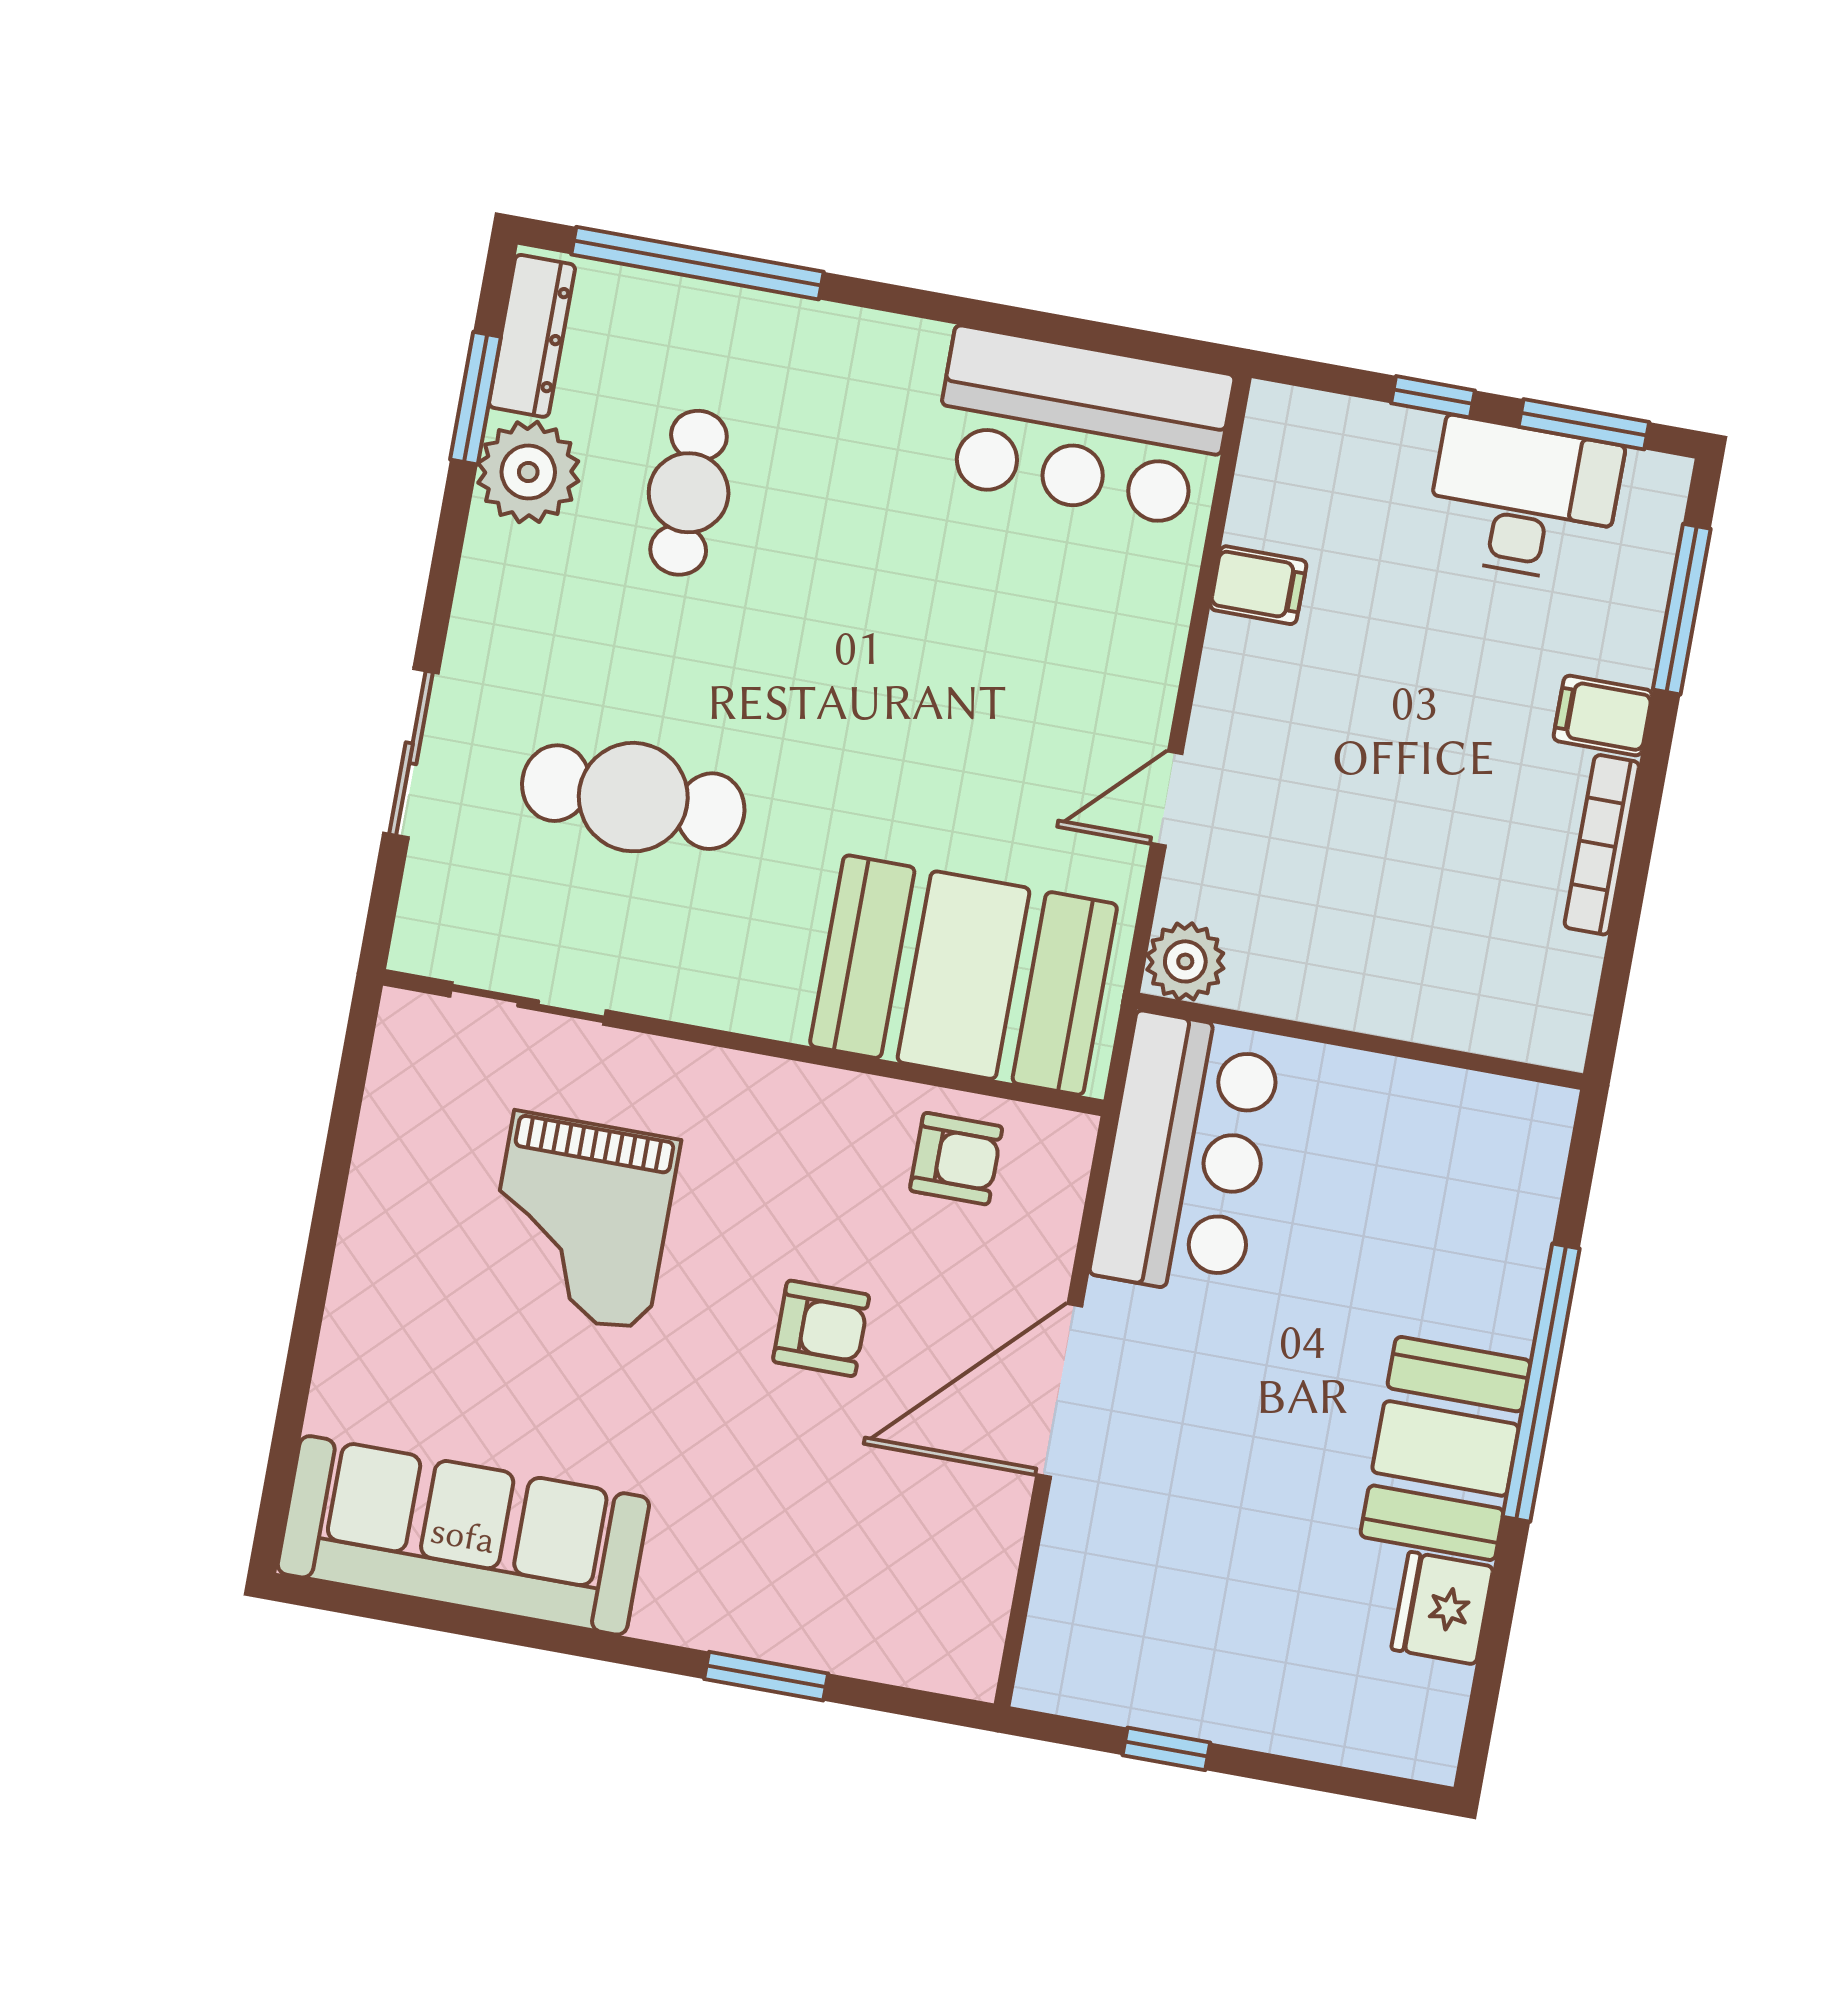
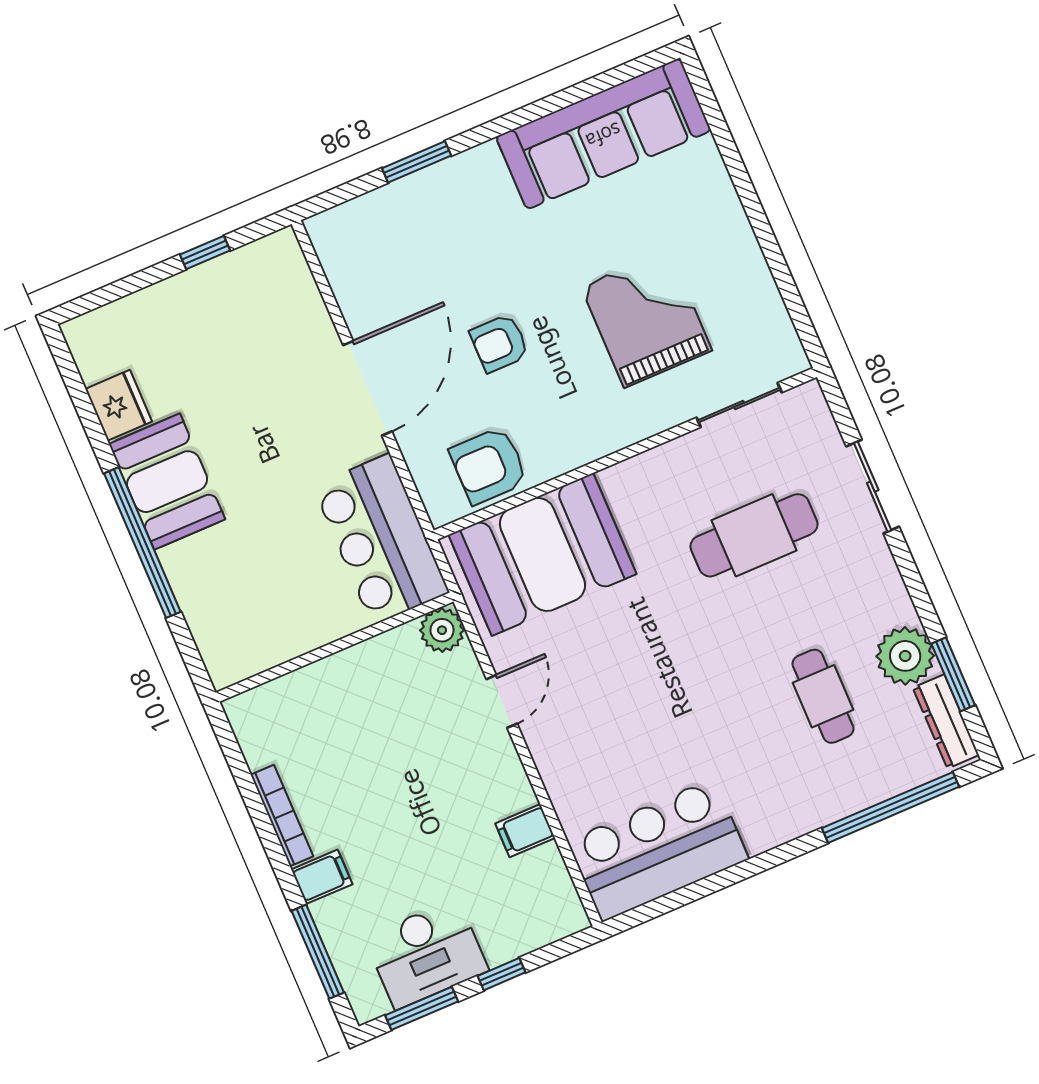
armchair: (956, 1159) -> (489, 466), width x1.38, depth x1.38

